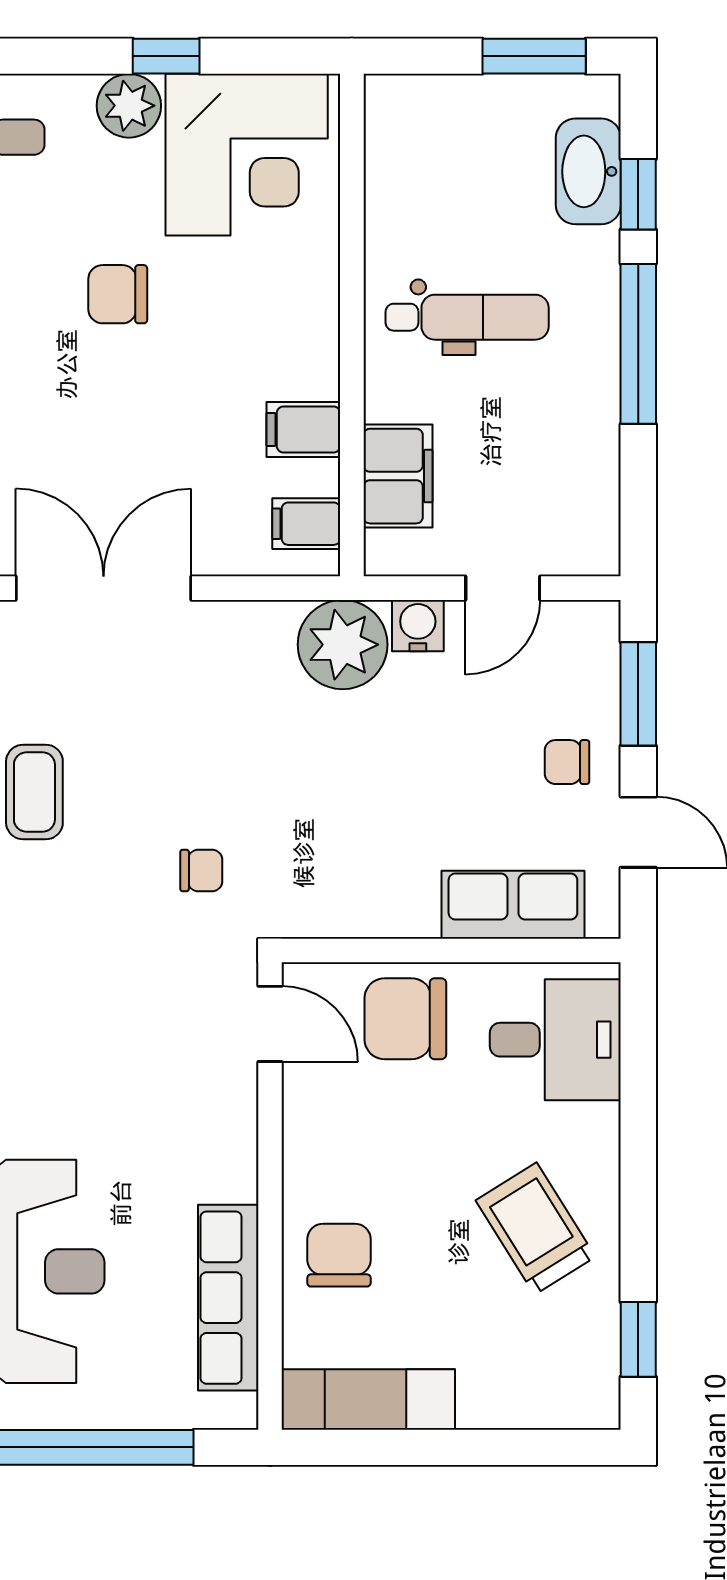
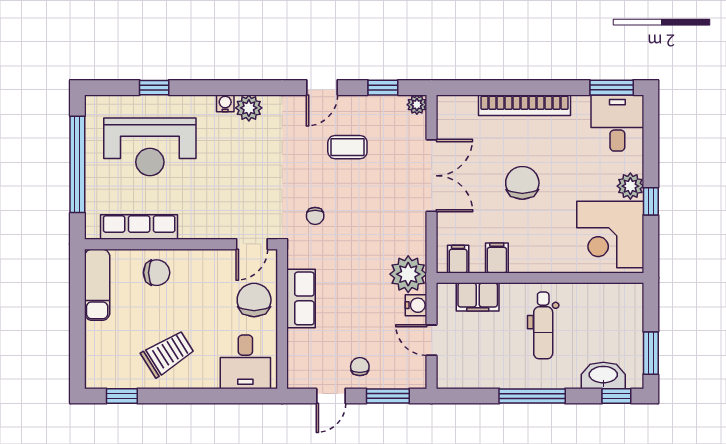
window: (638, 194) -> (616, 396), moved
chair: (118, 294) -> (522, 183), moved, width x1.37, depth x1.37
row of seats: (513, 905) -> (301, 298), moved

